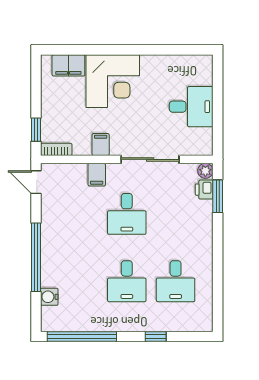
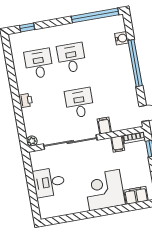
filing cabinet: (101, 145) -> (118, 144), moved
sliding door: (150, 159) -> (70, 142), width x1.36
printer: (204, 190) -> (26, 100), moved
window: (218, 196) -> (21, 125), removed
window: (156, 337) -> (27, 27), moved

